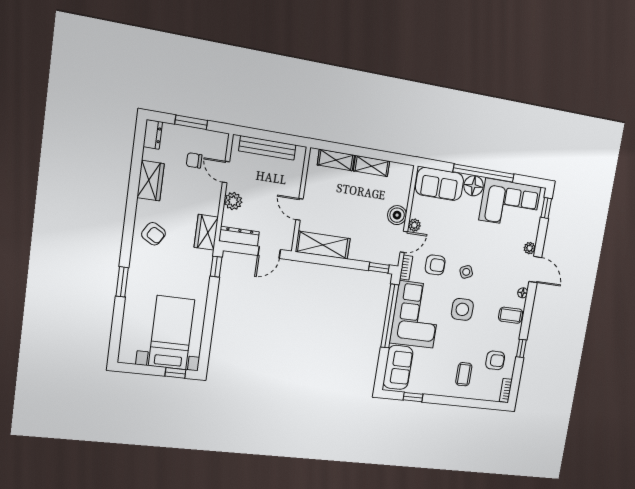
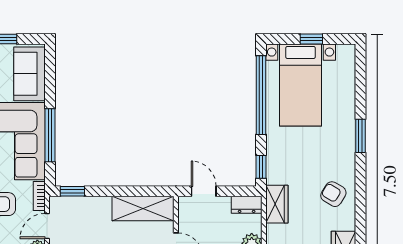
dresser: (239, 236) -> (247, 205), width x0.70
door: (269, 252) -> (204, 191), hinge flipped
window: (390, 316) -> (50, 135), width x0.68
window: (208, 328) -> (261, 95), added
window: (175, 373) -> (311, 39), moved

